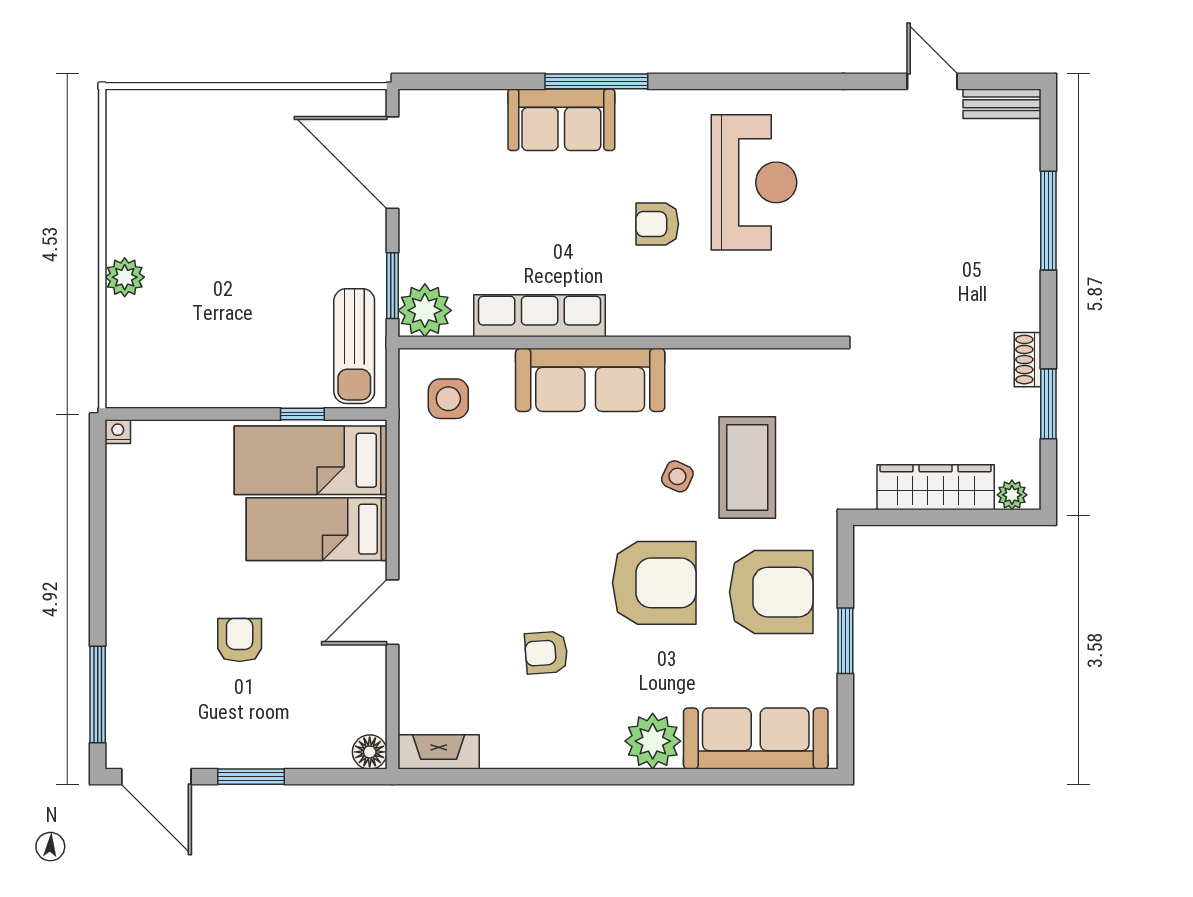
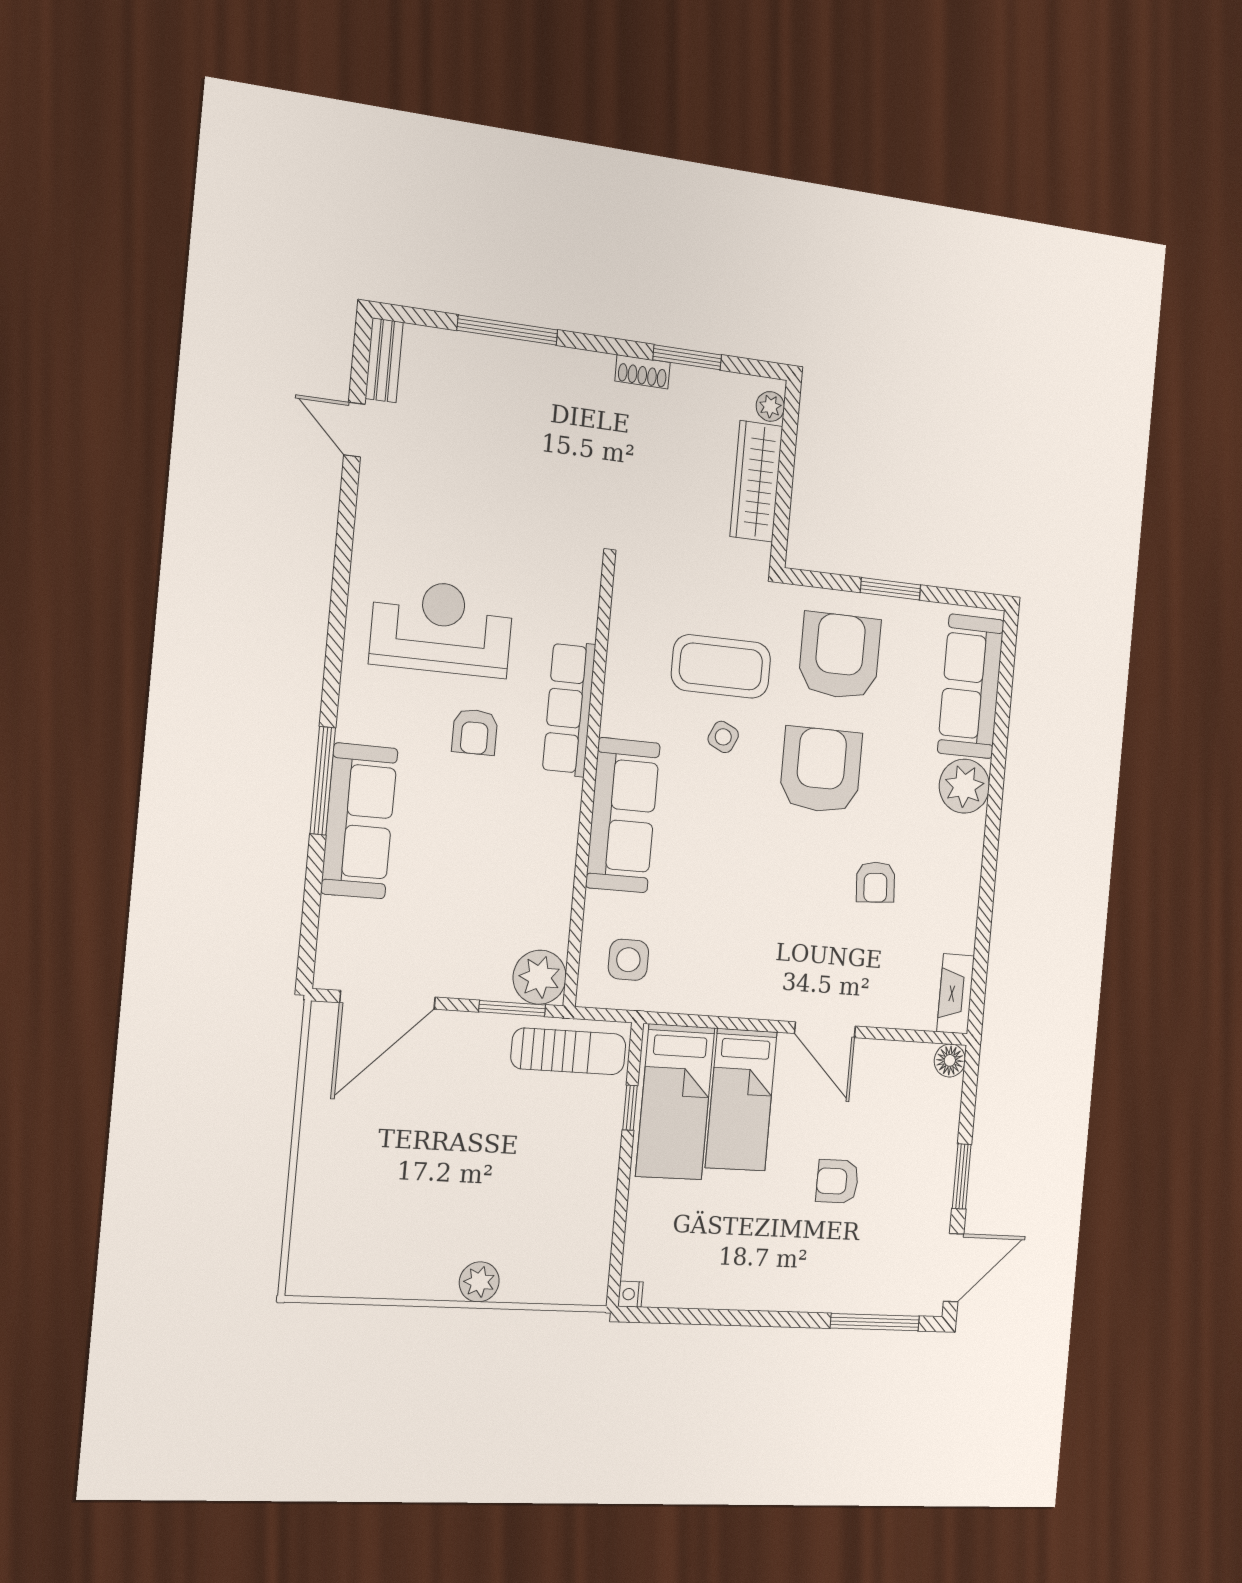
door: (932, 81) -> (354, 430), hinge flipped
sofa: (561, 120) -> (359, 821), width x1.36
row of seats: (540, 316) -> (569, 709), moved

